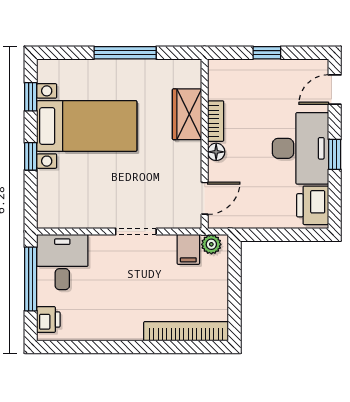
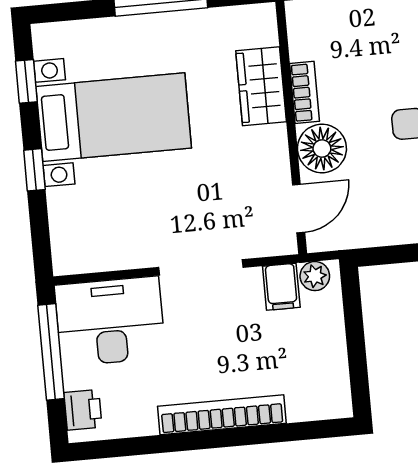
floor lamp: (216, 152) -> (322, 149), width x1.89, depth x1.89
doorway: (136, 232) -> (201, 267), width x1.38
desk: (62, 262) -> (110, 321), width x1.37
bookcase: (186, 331) -> (222, 415), moved

